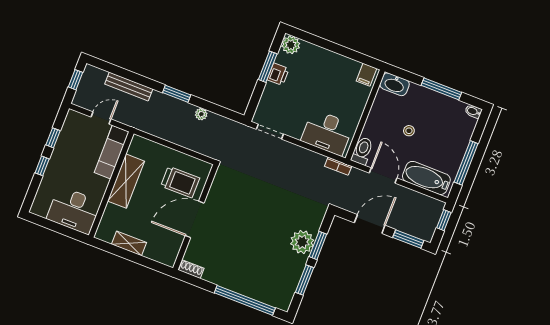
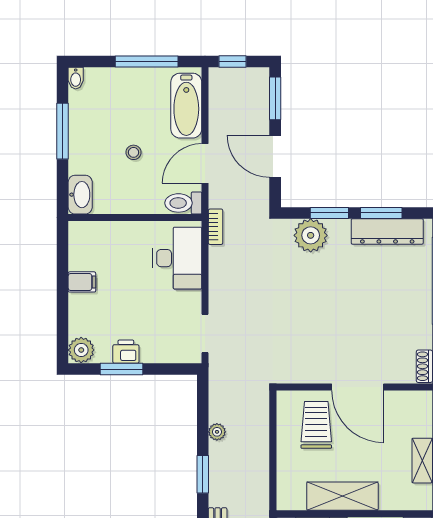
filing cabinet: (366, 75) -> (82, 282), moved
plant: (302, 242) -> (311, 235), moved
dresser: (291, 279) -> (387, 231), added

